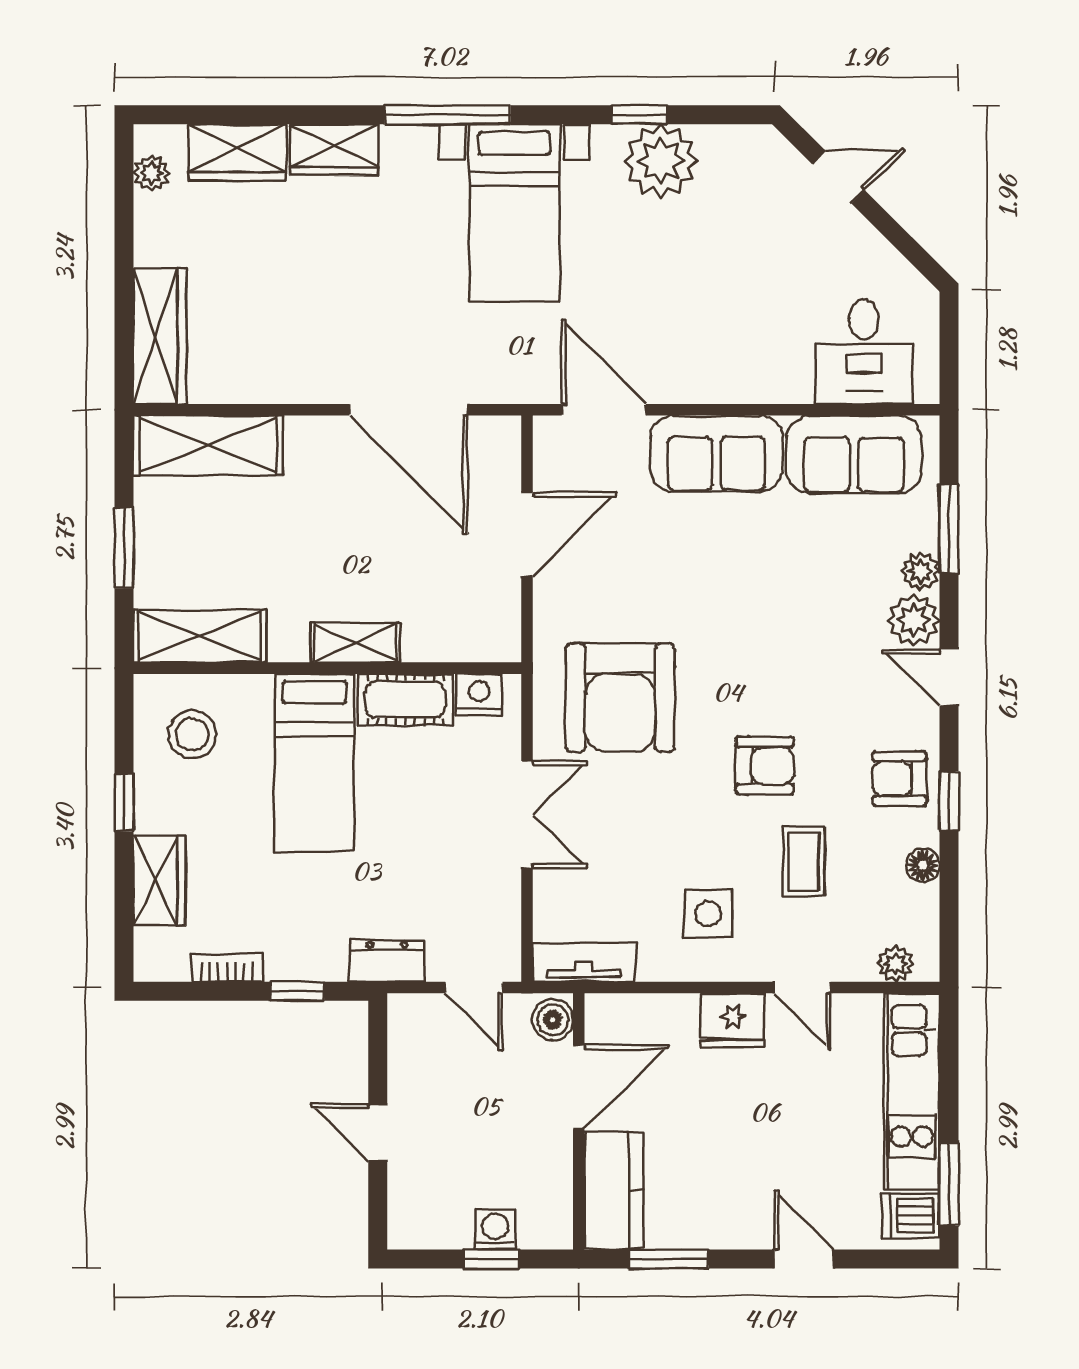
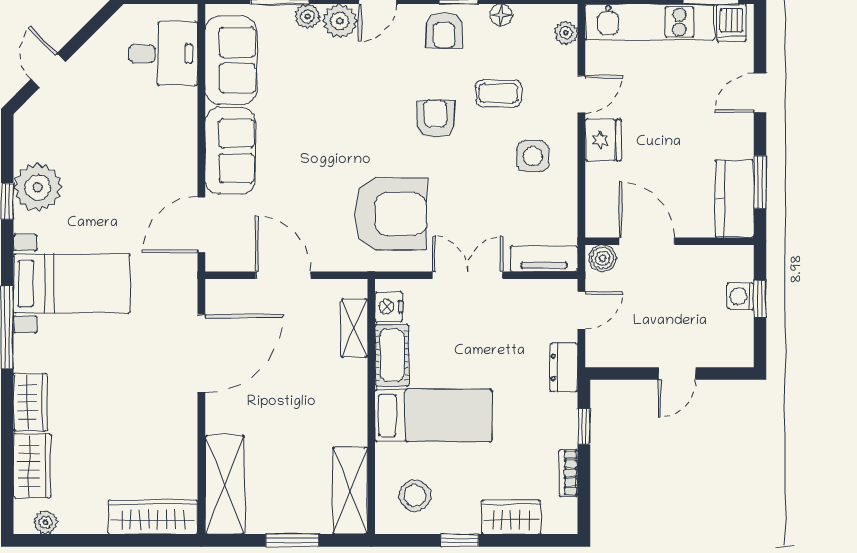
shelving: (355, 642) -> (354, 328), moved
tv unit: (584, 962) -> (544, 259), moved, turned 90
kitchen counter: (614, 1191) -> (734, 199), moved, turned -90

